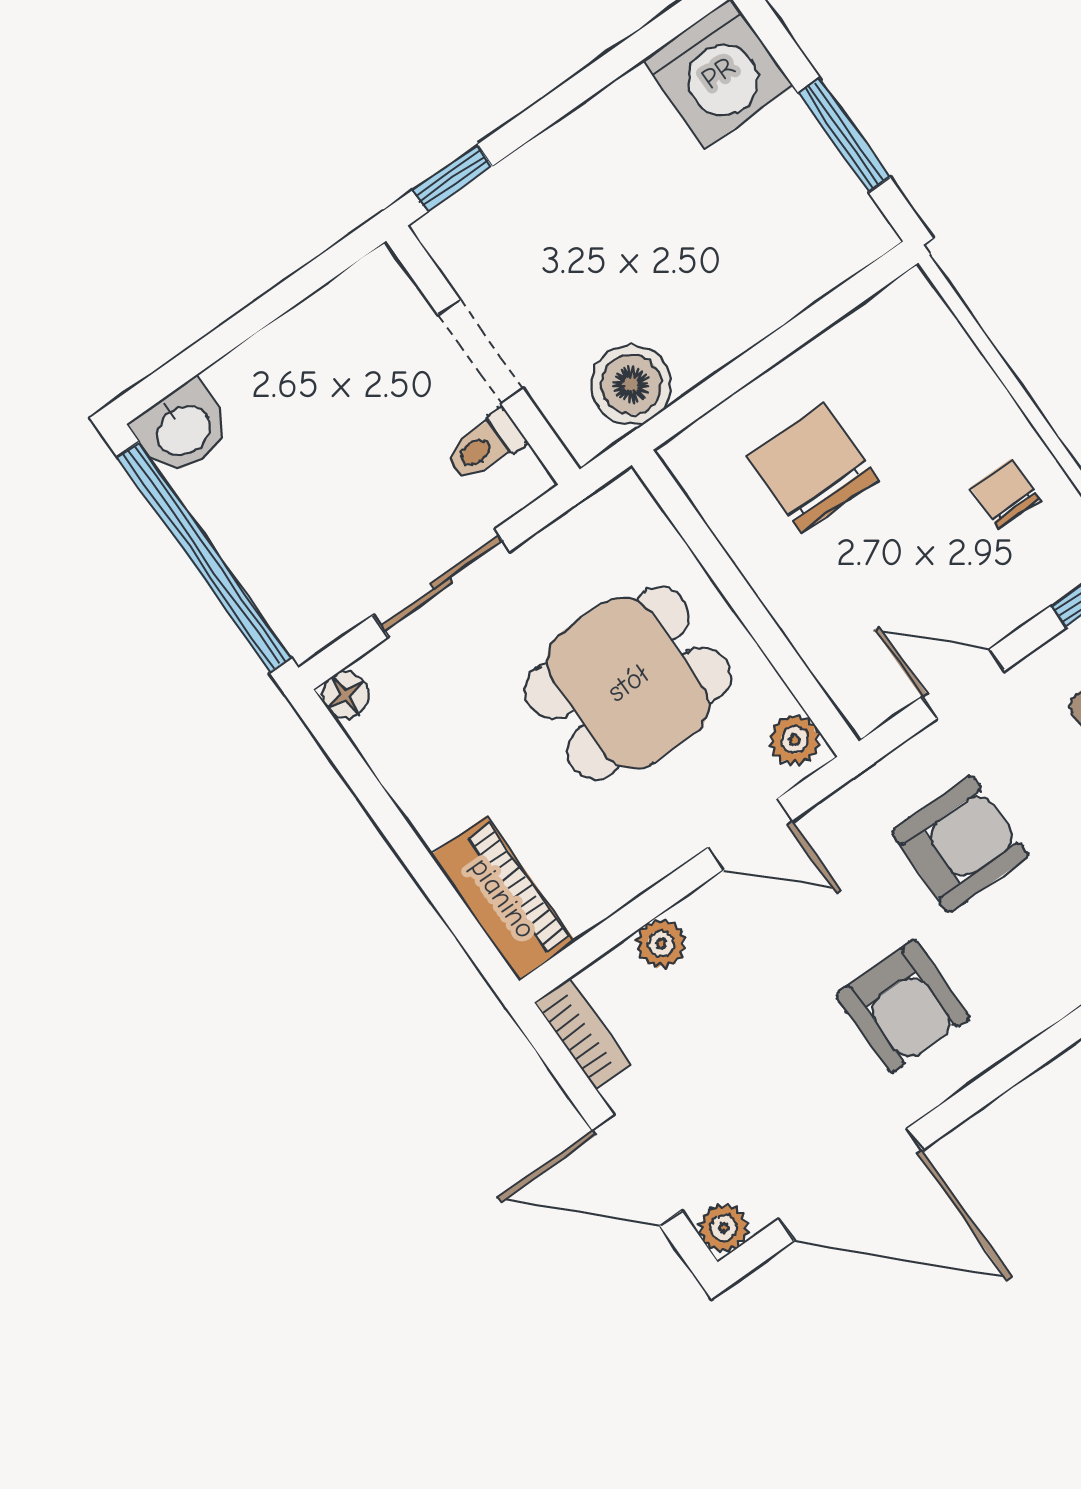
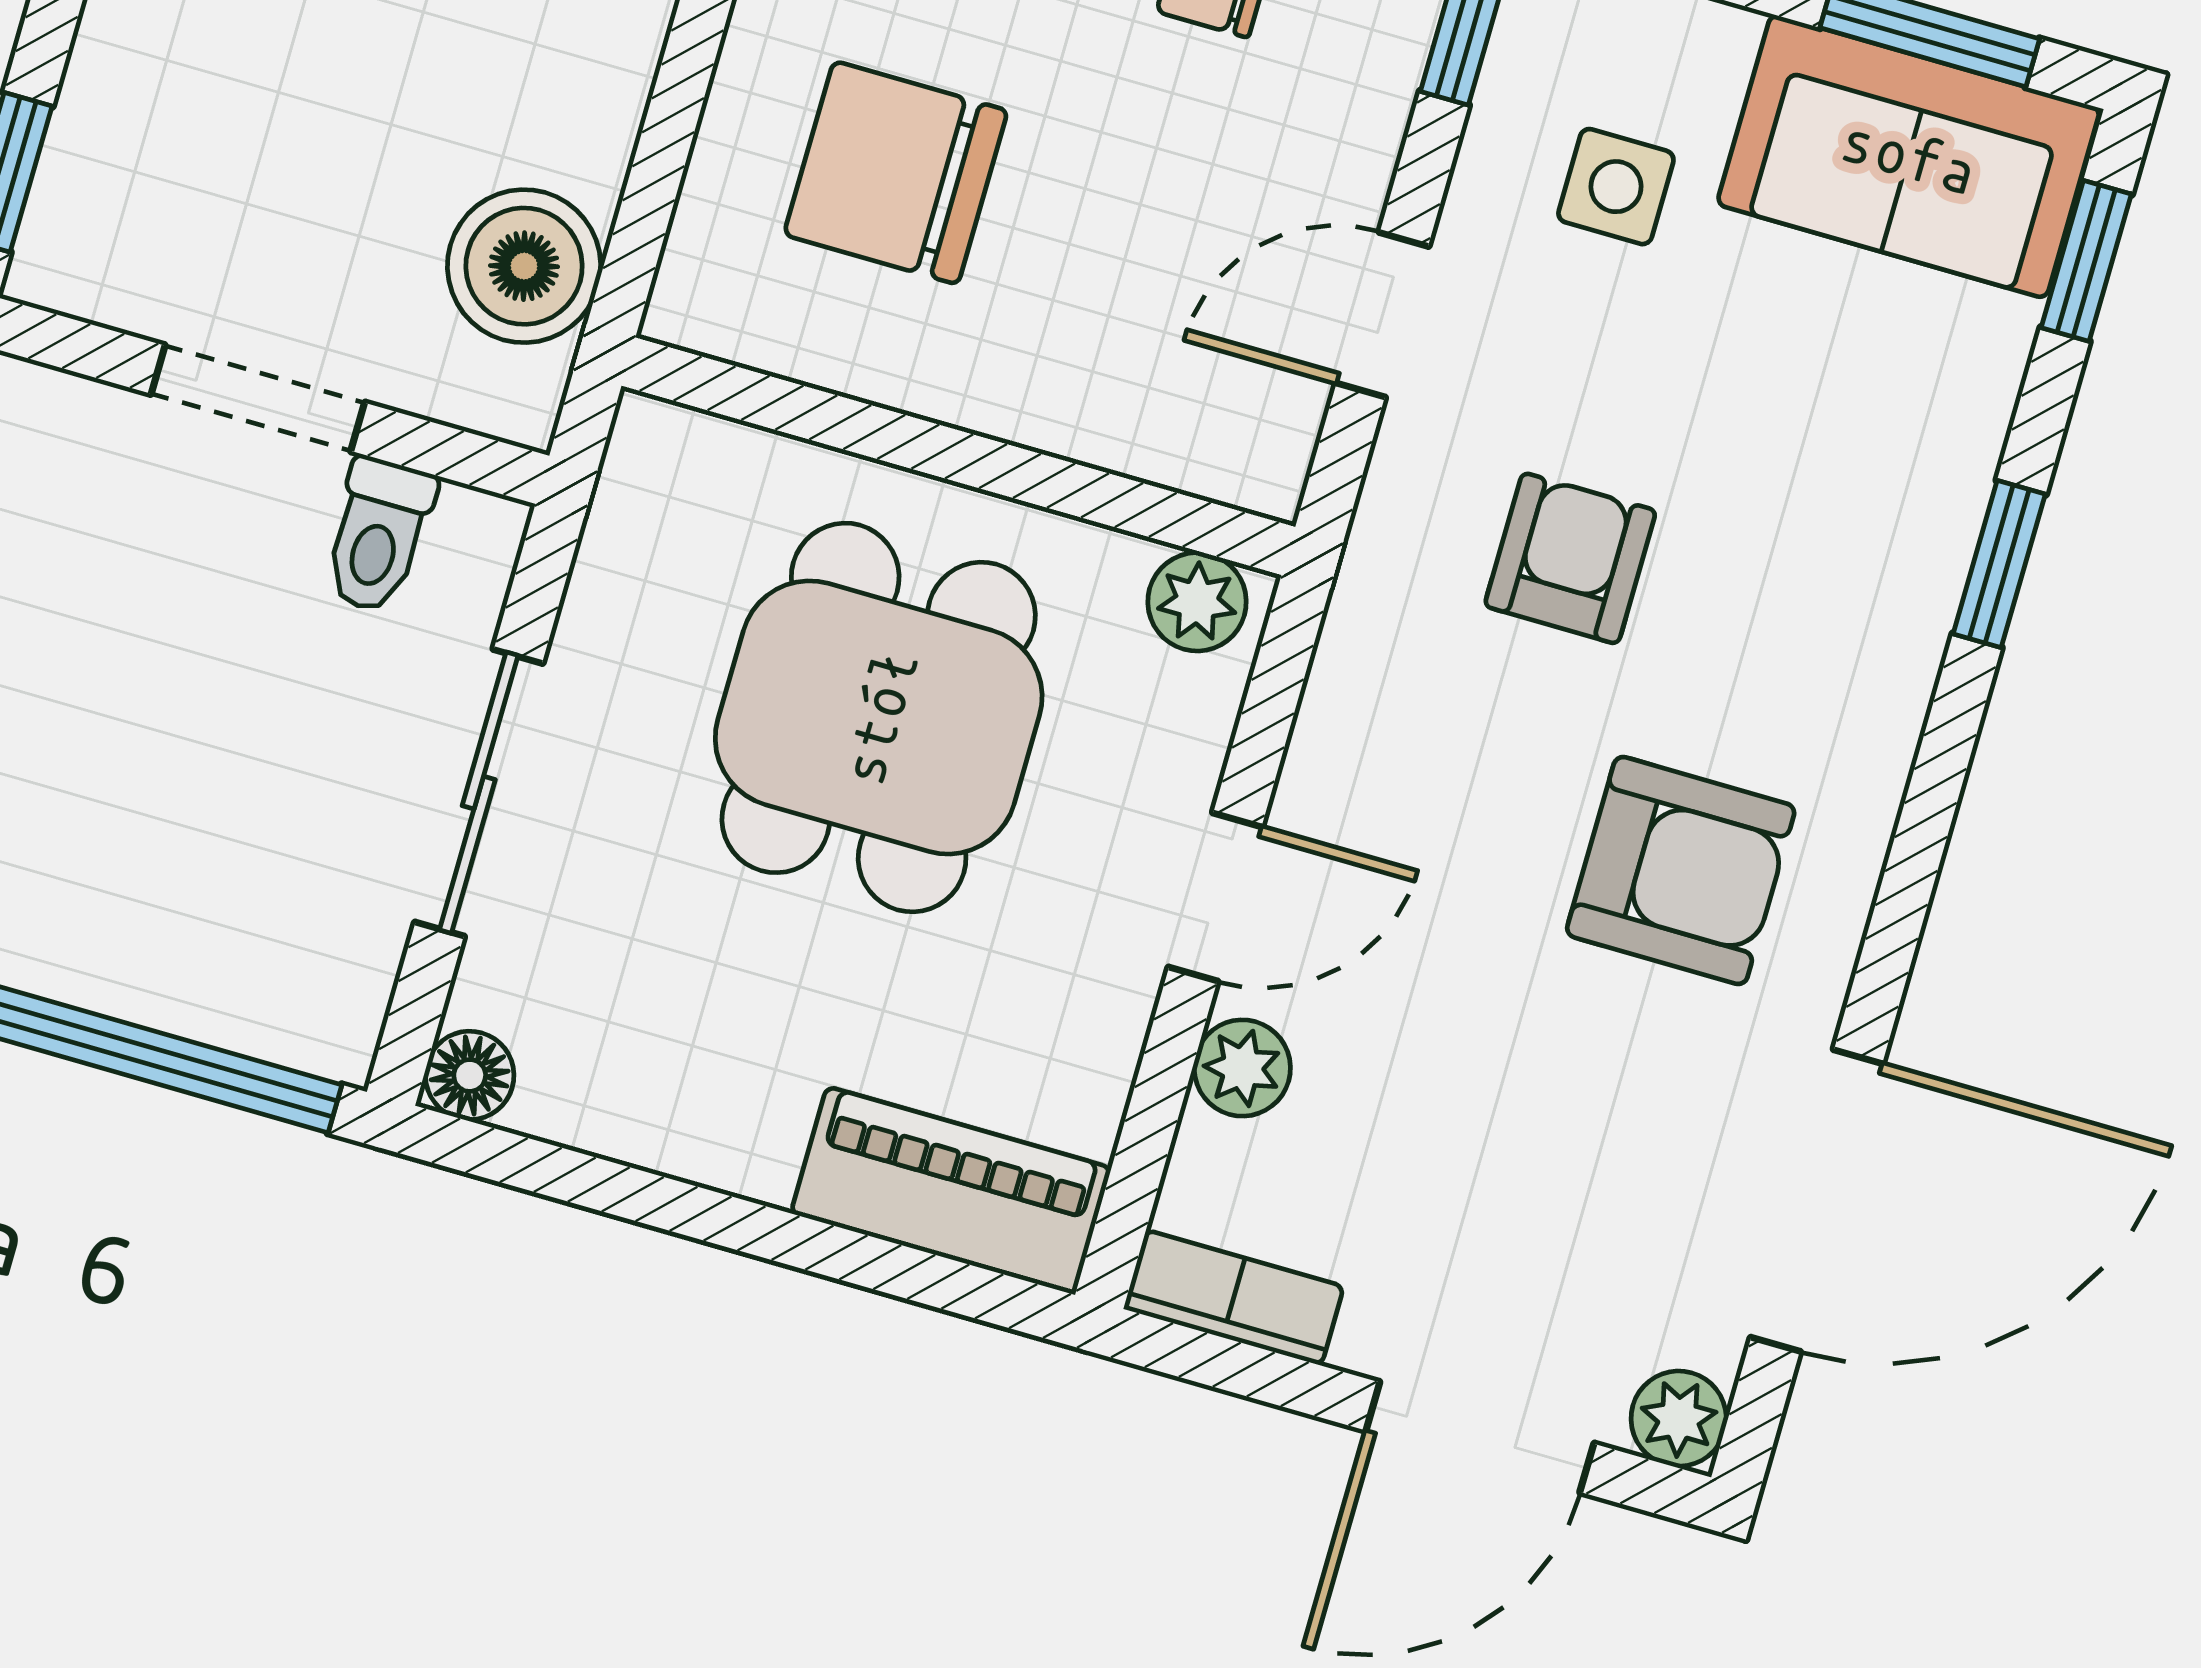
door: (750, 834) -> (1215, 897), moved
armchair: (960, 844) -> (1570, 558), width x0.72, depth x0.72

